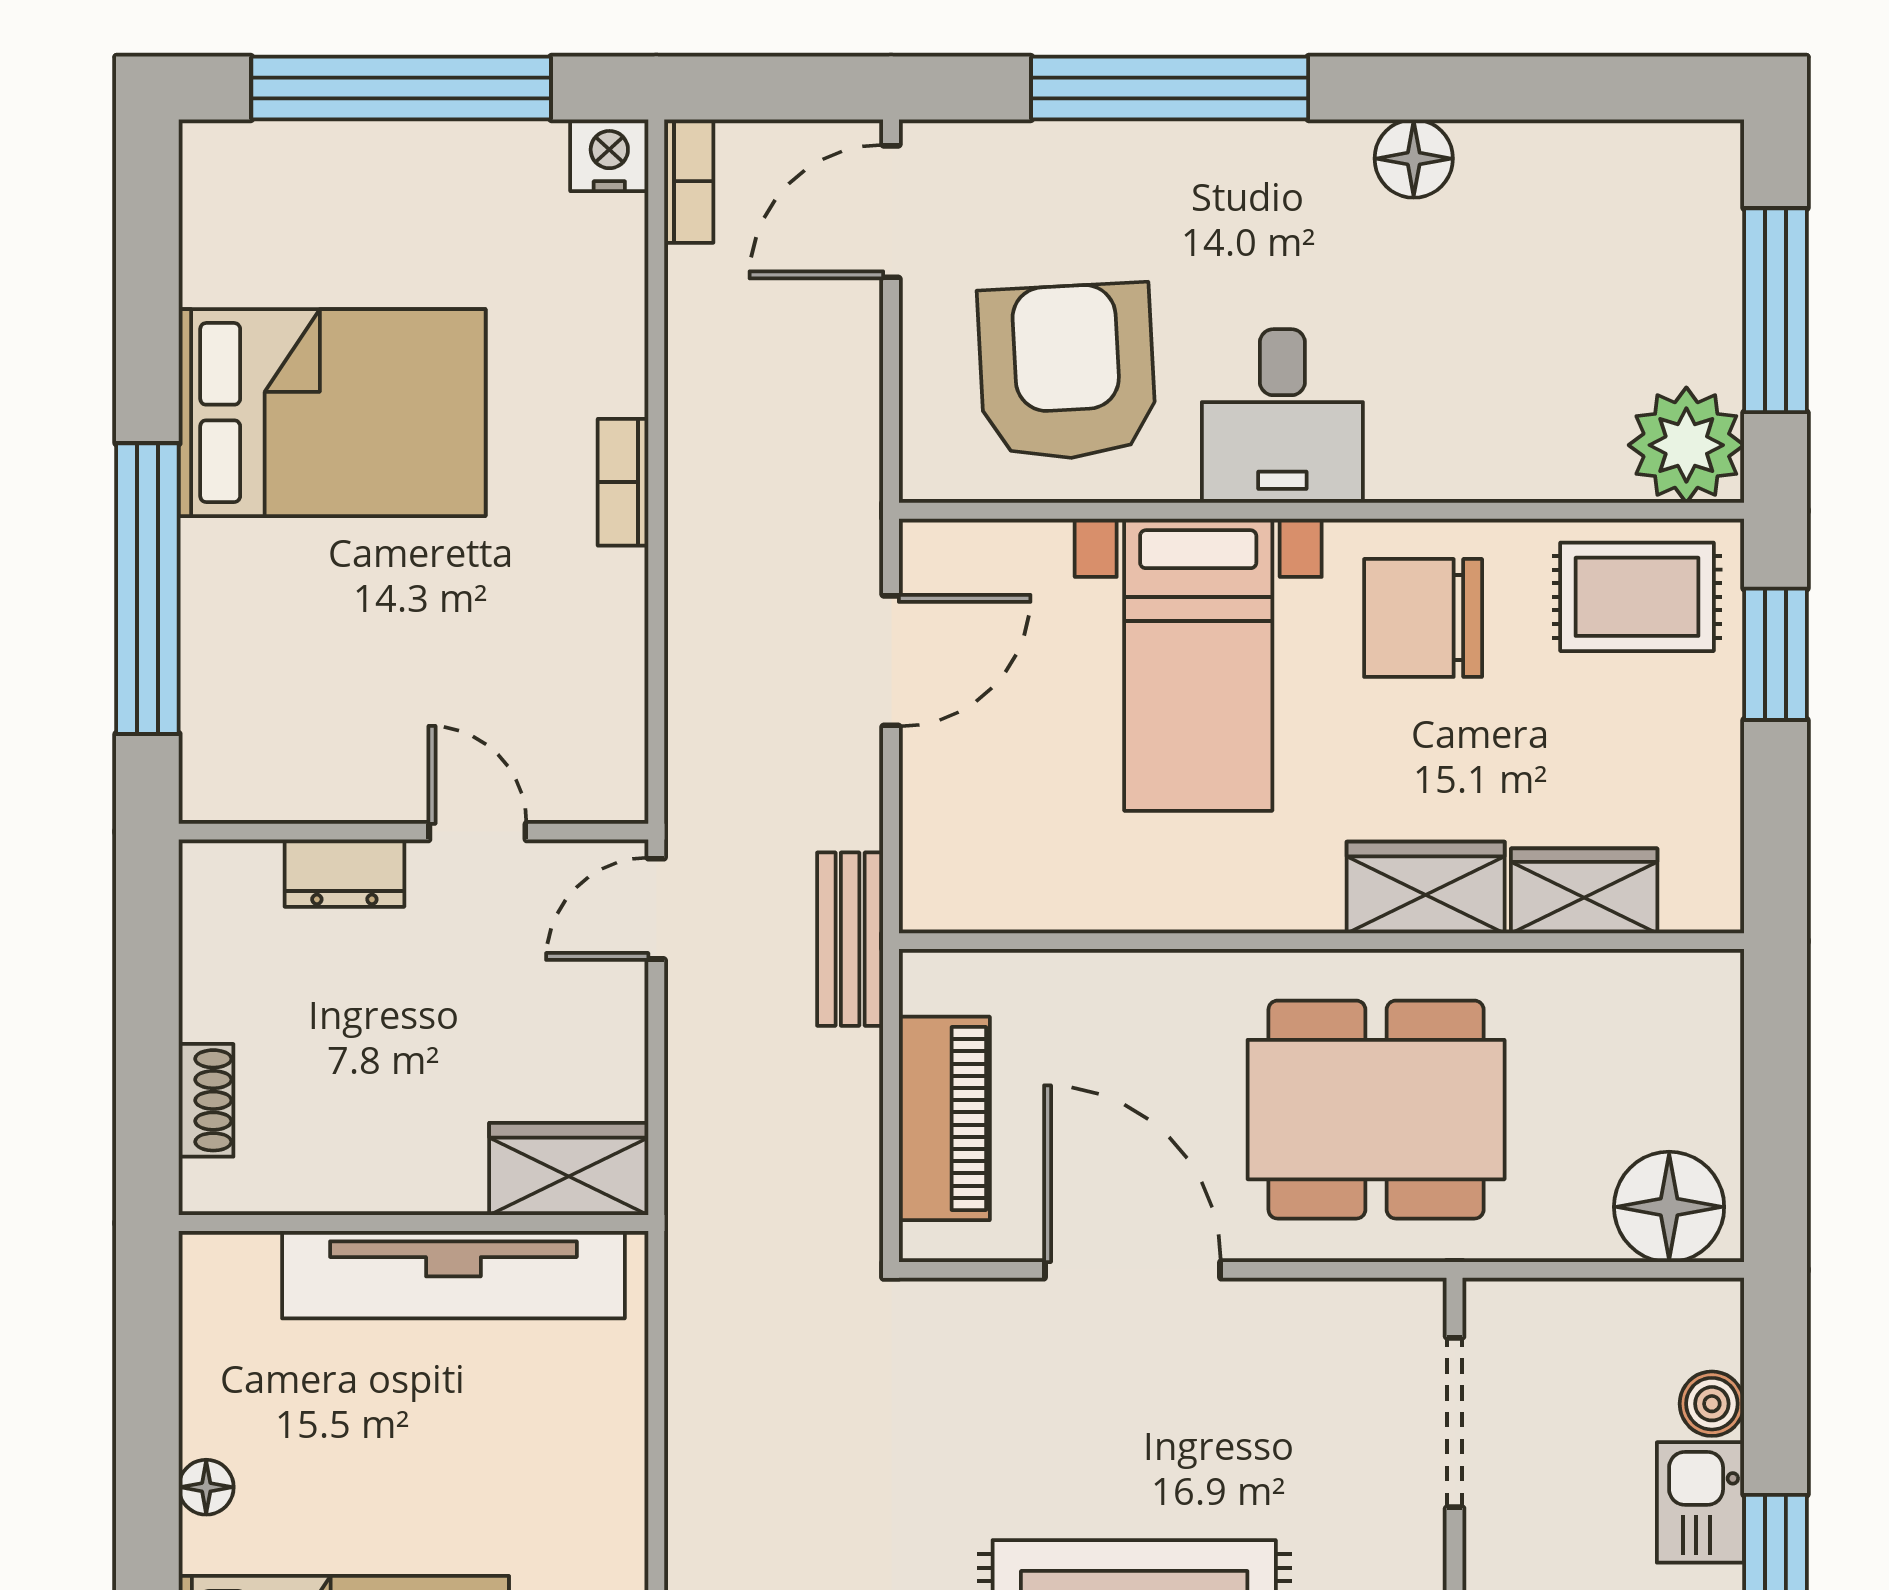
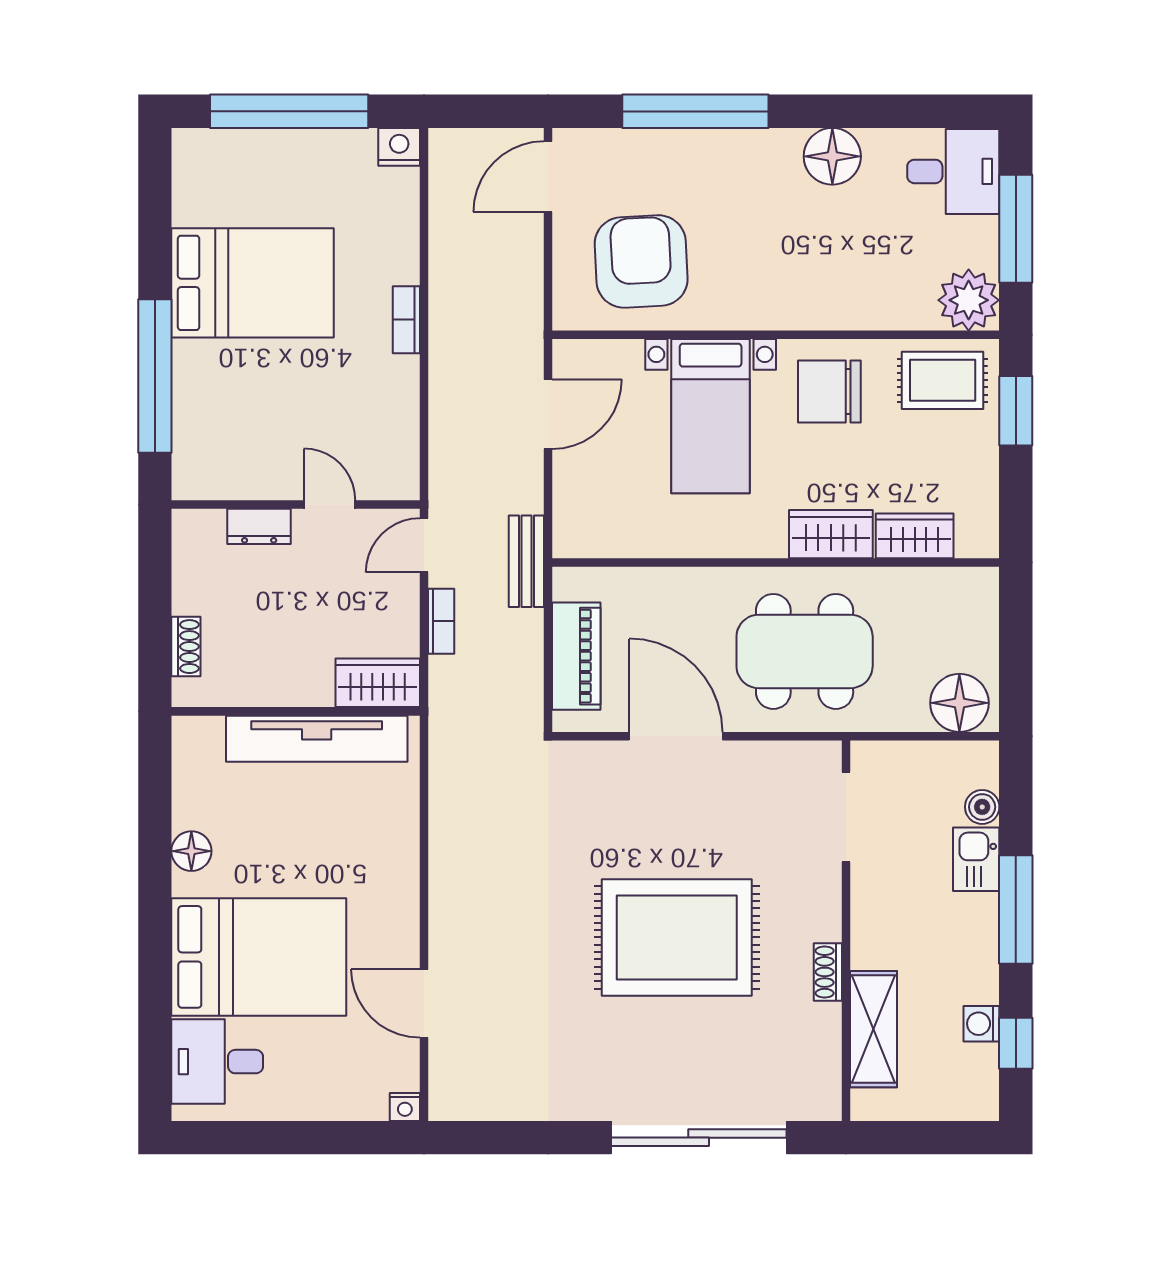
floor lamp: (1414, 159) -> (832, 156), width x1.38, depth x1.38
bookcase: (689, 181) -> (441, 621), moved
desk: (1282, 416) -> (953, 171), moved, turned -90
floor lamp: (206, 1487) -> (191, 851), width x1.37, depth x1.37

